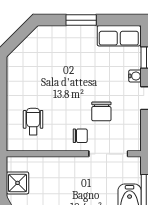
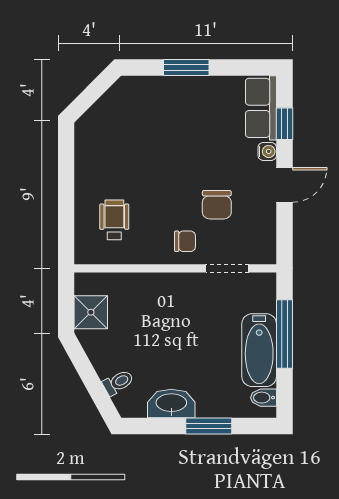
row of seats: (119, 36) -> (261, 108), moved, turned 90
doorway: (108, 154) -> (227, 268), width x0.73

